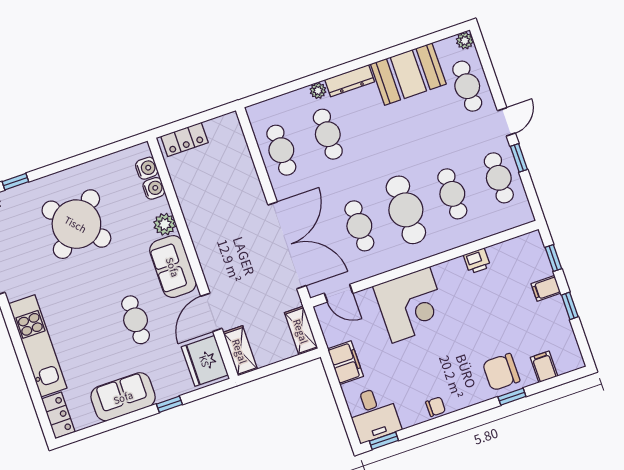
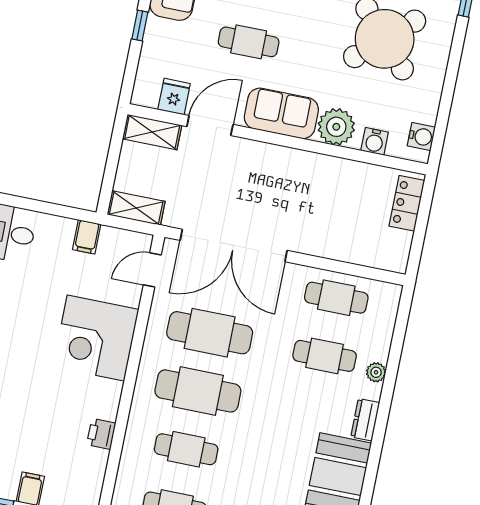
dresser: (350, 81) -> (365, 420), width x0.70
water cooler: (147, 168) -> (421, 137), moved, turned -90
plant: (165, 224) -> (336, 127), width x1.36, depth x1.36
cafe table: (359, 226) -> (210, 333), width x1.37, depth x1.35
door: (211, 312) -> (210, 126), hinge flipped
fridge: (205, 361) -> (174, 97), width x0.53, depth x0.75
filing cabinet: (345, 363) -> (87, 237), width x0.50

